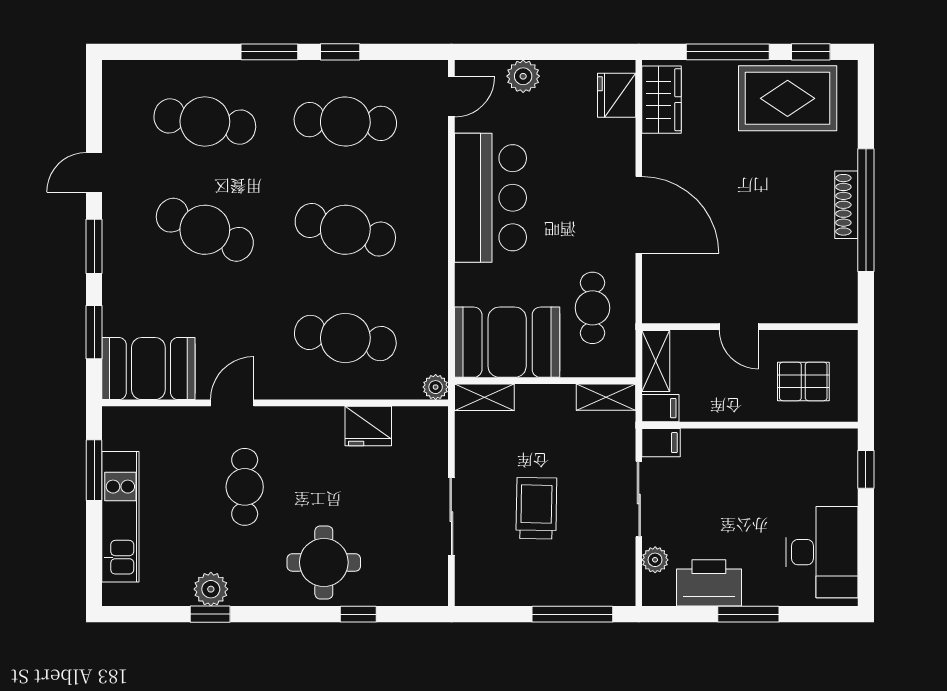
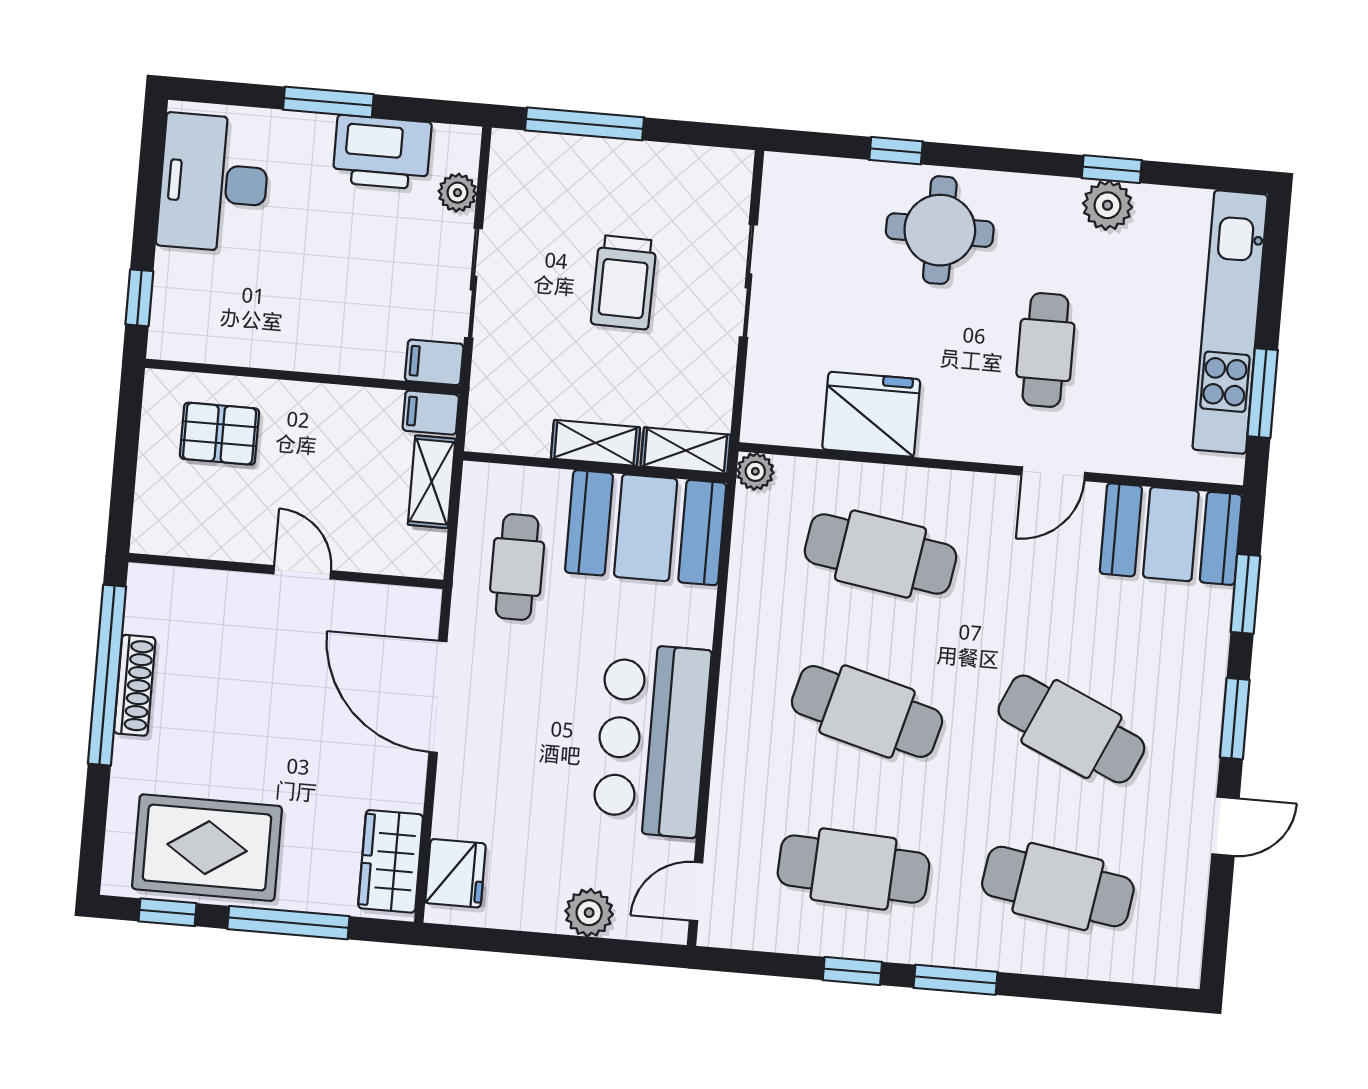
door: (739, 327) -> (302, 572), moved
wall: (750, 327) -> (286, 571), moved
shelving: (606, 397) -> (595, 443), moved
fridge: (368, 426) -> (871, 414), width x1.36, depth x1.34
kitchen unit: (120, 517) -> (1230, 322), width x1.36

